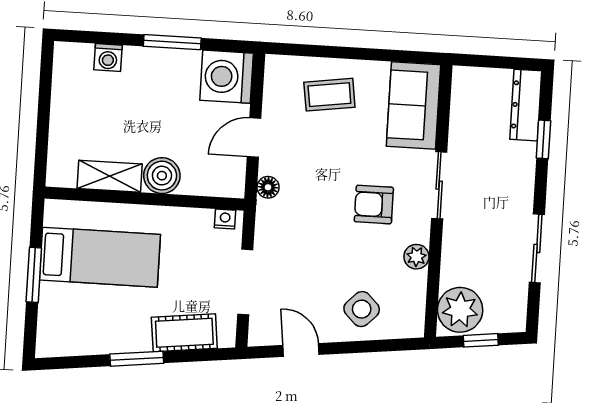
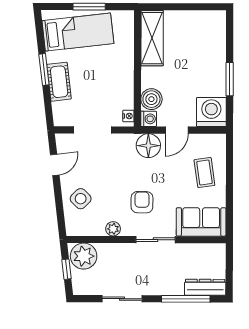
washing machine: (108, 57) -> (149, 119), moved, turned 180
door: (254, 138) -> (177, 130), swing flipped
window: (543, 139) -> (186, 299), width x2.17
shelving: (110, 176) -> (152, 38), width x1.50, depth x1.33
boiler: (162, 176) -> (151, 99), moved
floor lamp: (268, 187) -> (148, 146), width x1.89, depth x1.89
bed: (100, 257) -> (78, 32), moved, turned -97
cot: (184, 333) -> (59, 82), moved

